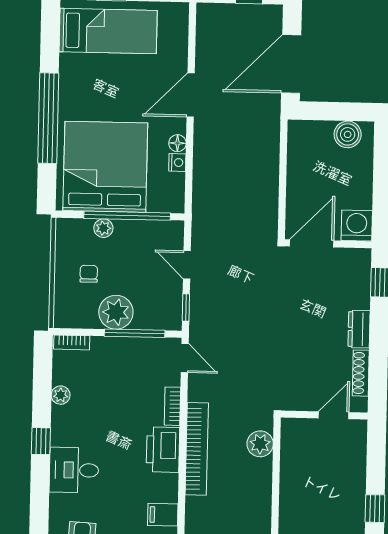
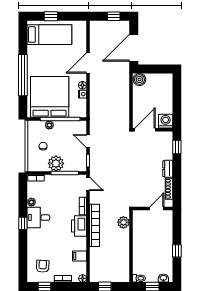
boiler: (348, 134) -> (139, 80), moved
desk: (74, 470) -> (38, 218), moved

